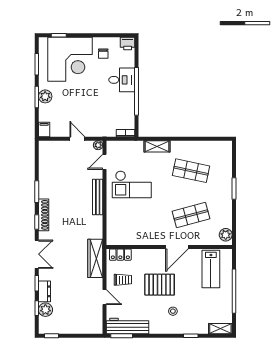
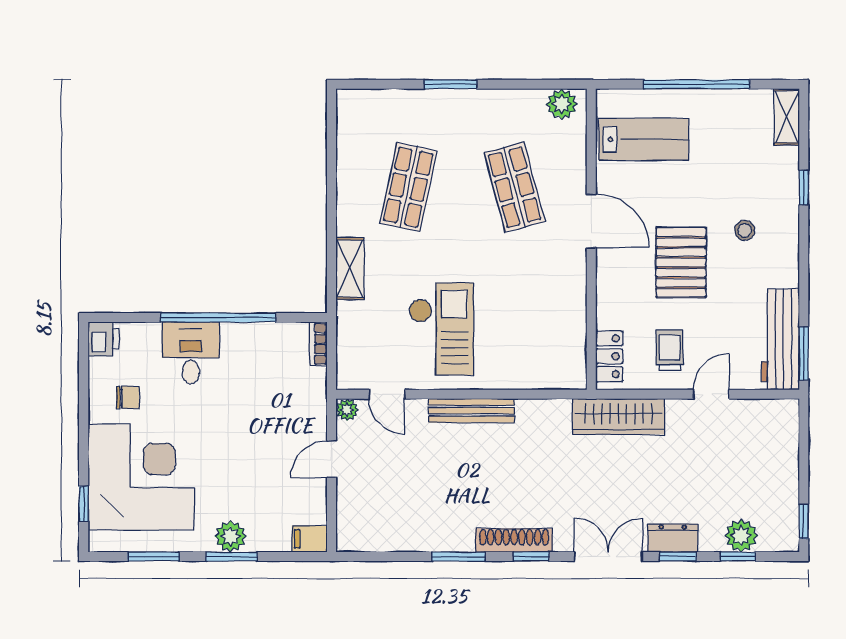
dresser: (45, 291) -> (673, 538), moved

